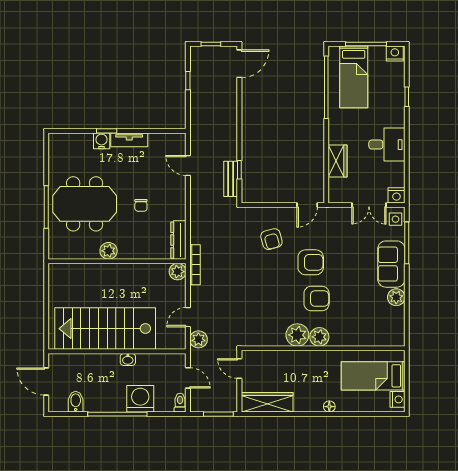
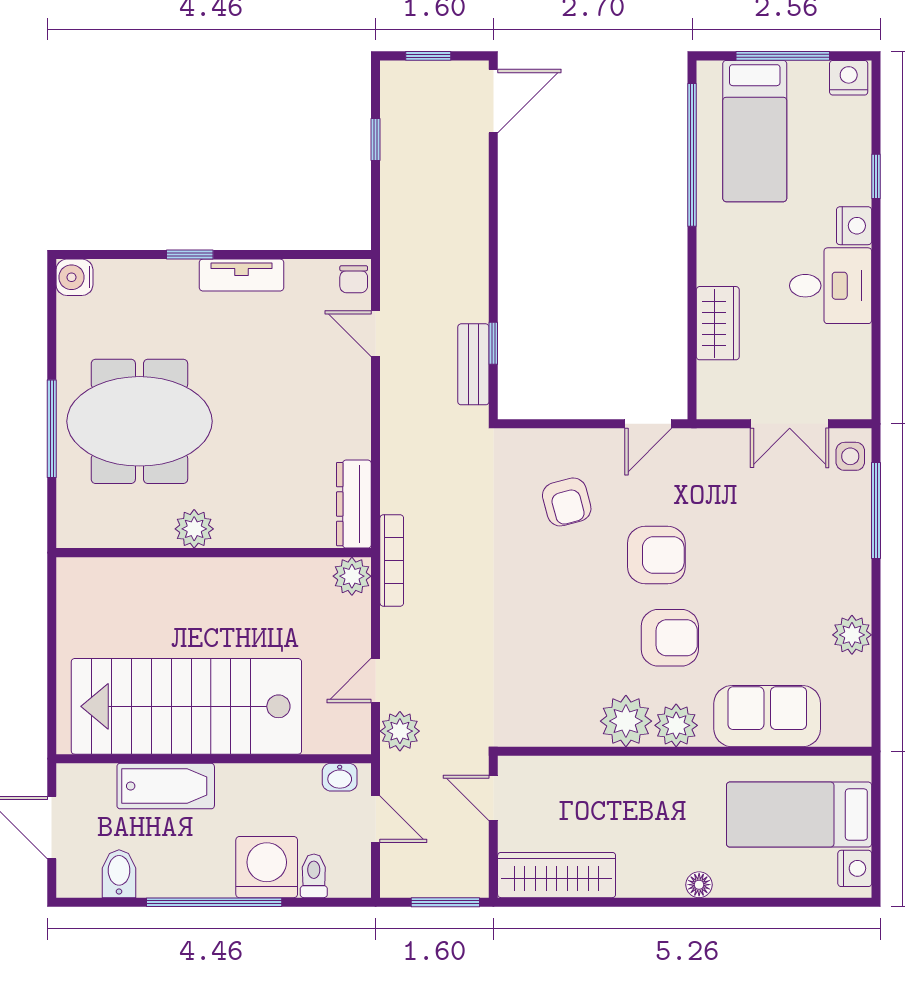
water cooler: (102, 141) -> (74, 277), moved, turned -90
nightstand: (396, 195) -> (854, 226), moved, turned -90
chair: (141, 205) -> (354, 279), moved
sofa: (391, 264) -> (767, 716), moved, turned 90
washbasin: (128, 359) -> (340, 777), moved
bathtub: (96, 363) -> (166, 786), added
toilet: (180, 403) -> (314, 876), moved

